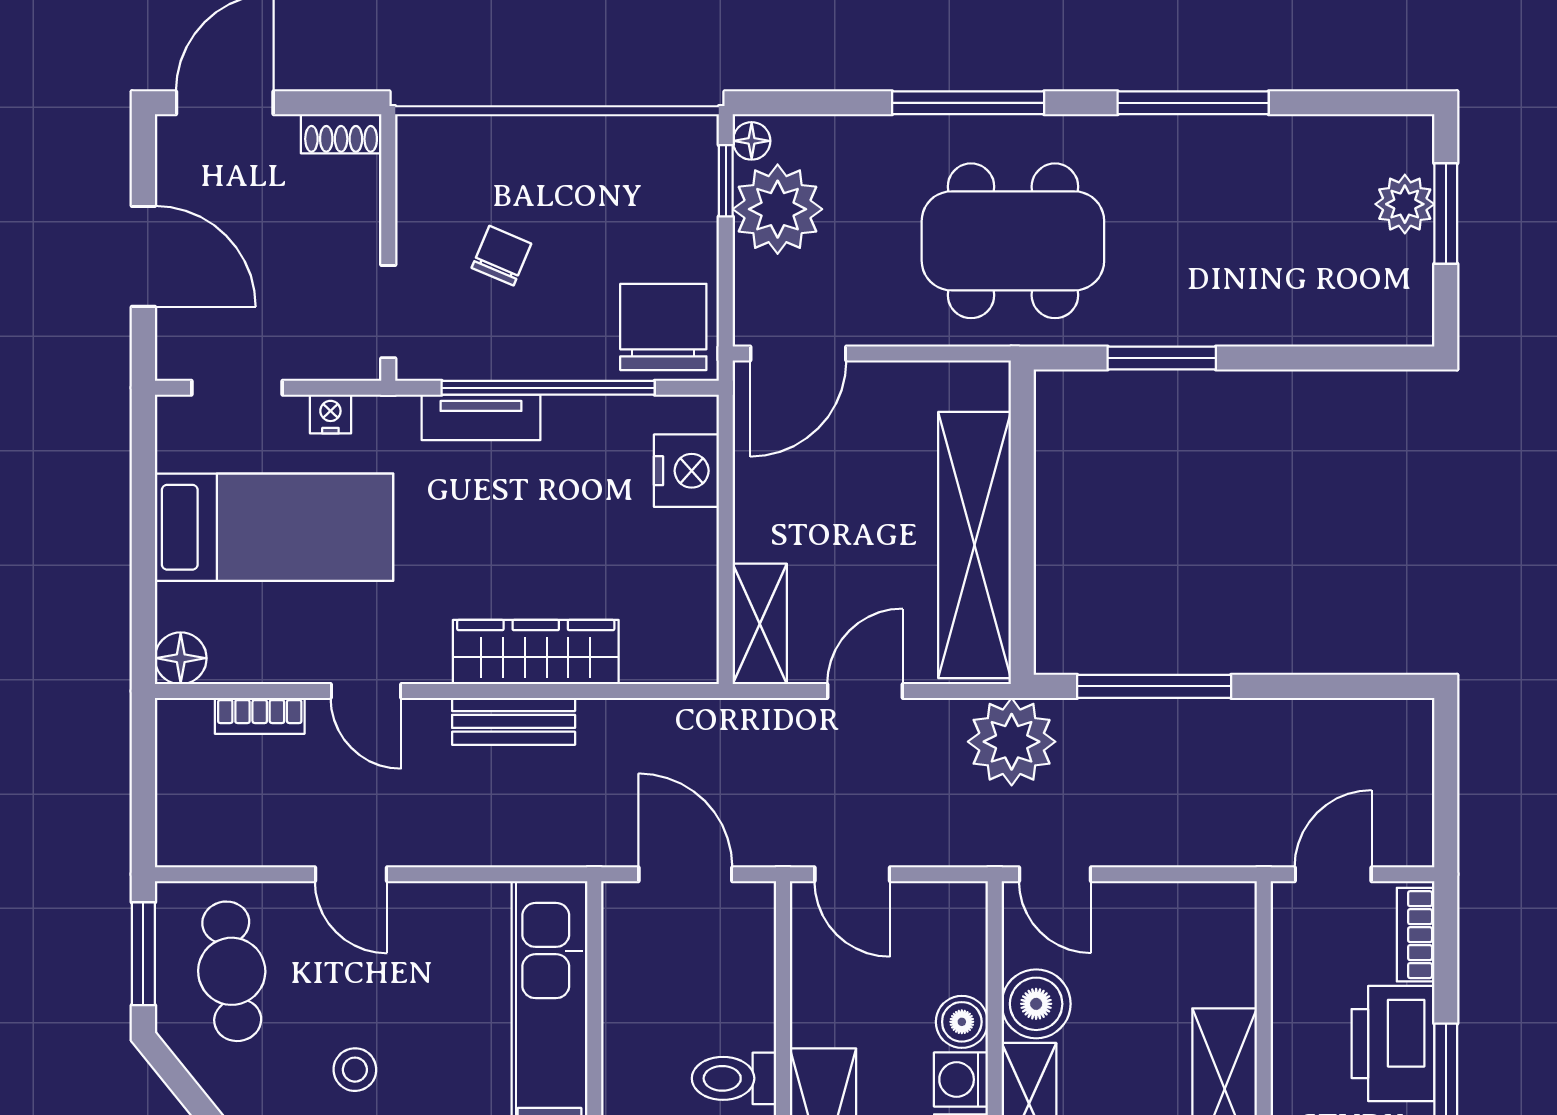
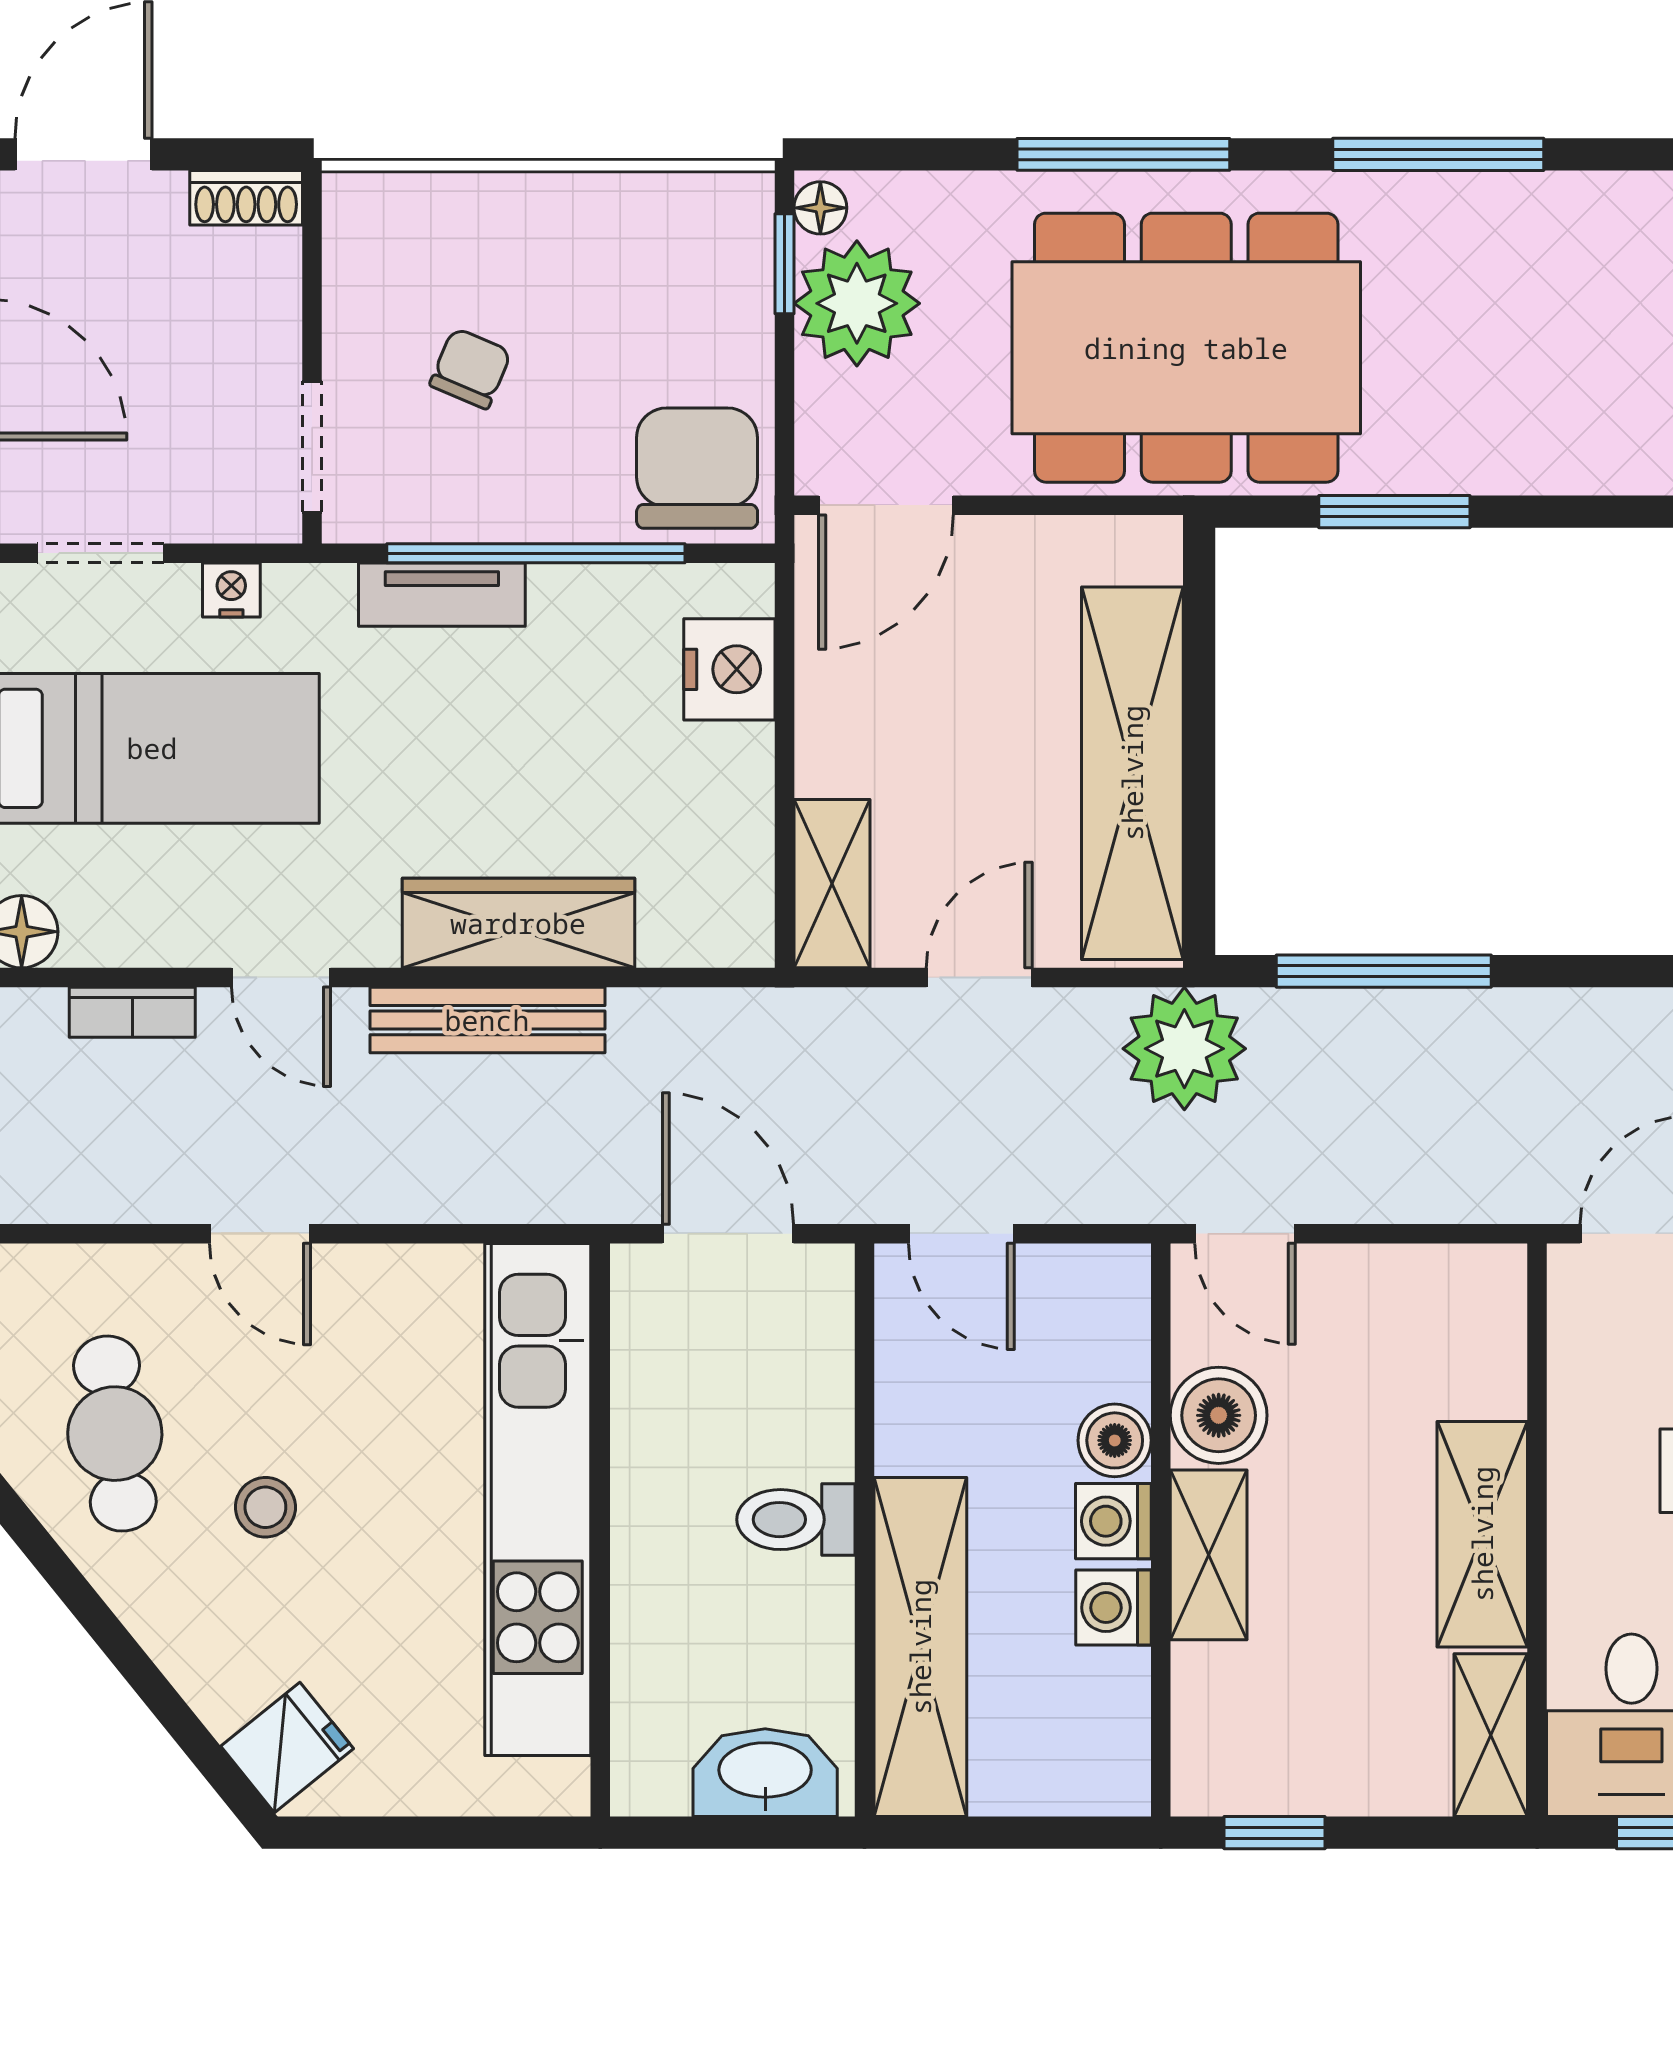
dining table: (1013, 241) -> (1186, 348), width x1.36, depth x1.24
bench: (514, 721) -> (487, 1020), width x1.36
cafe table: (232, 971) -> (115, 1434), moved

